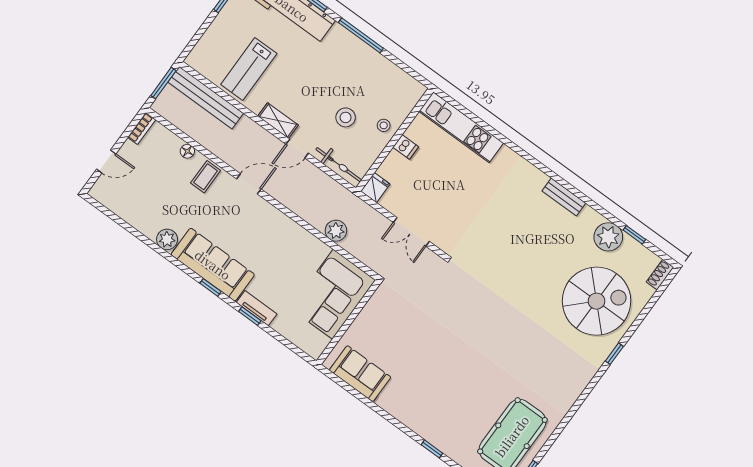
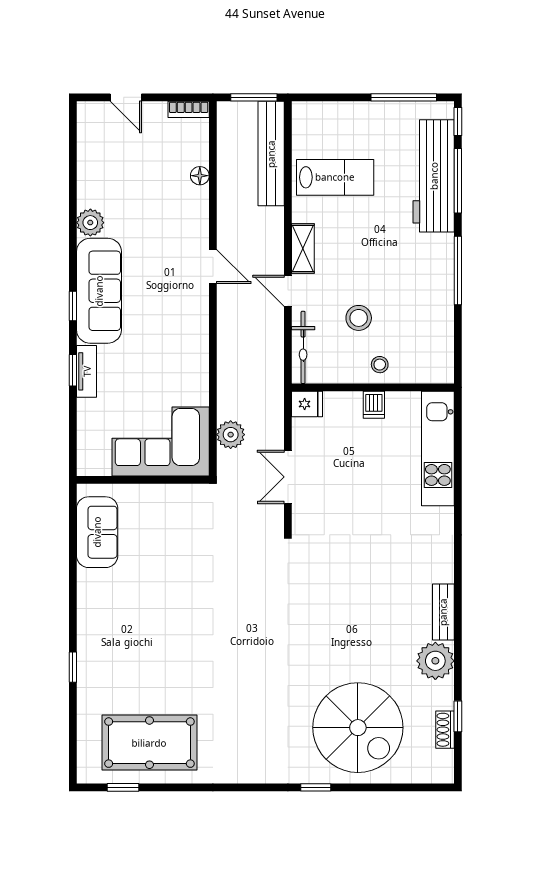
lab bench: (249, 69) -> (335, 177), turned 180
coffee table: (206, 177) -> (187, 215), removed
plant: (336, 231) -> (231, 435), moved
plant: (608, 237) -> (435, 661), moved
shoe rack: (660, 275) -> (445, 730), moved, turned -90

